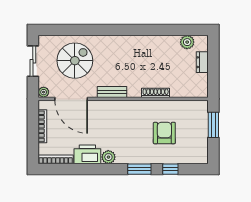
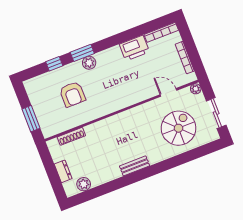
spiral stairs: (75, 61) -> (179, 128), turned 180
bench: (112, 92) -> (135, 166), moved
shoe rack: (156, 93) -> (71, 136), moved
door: (71, 99) -> (168, 92), width x0.53
plant: (108, 157) -> (89, 63), moved

